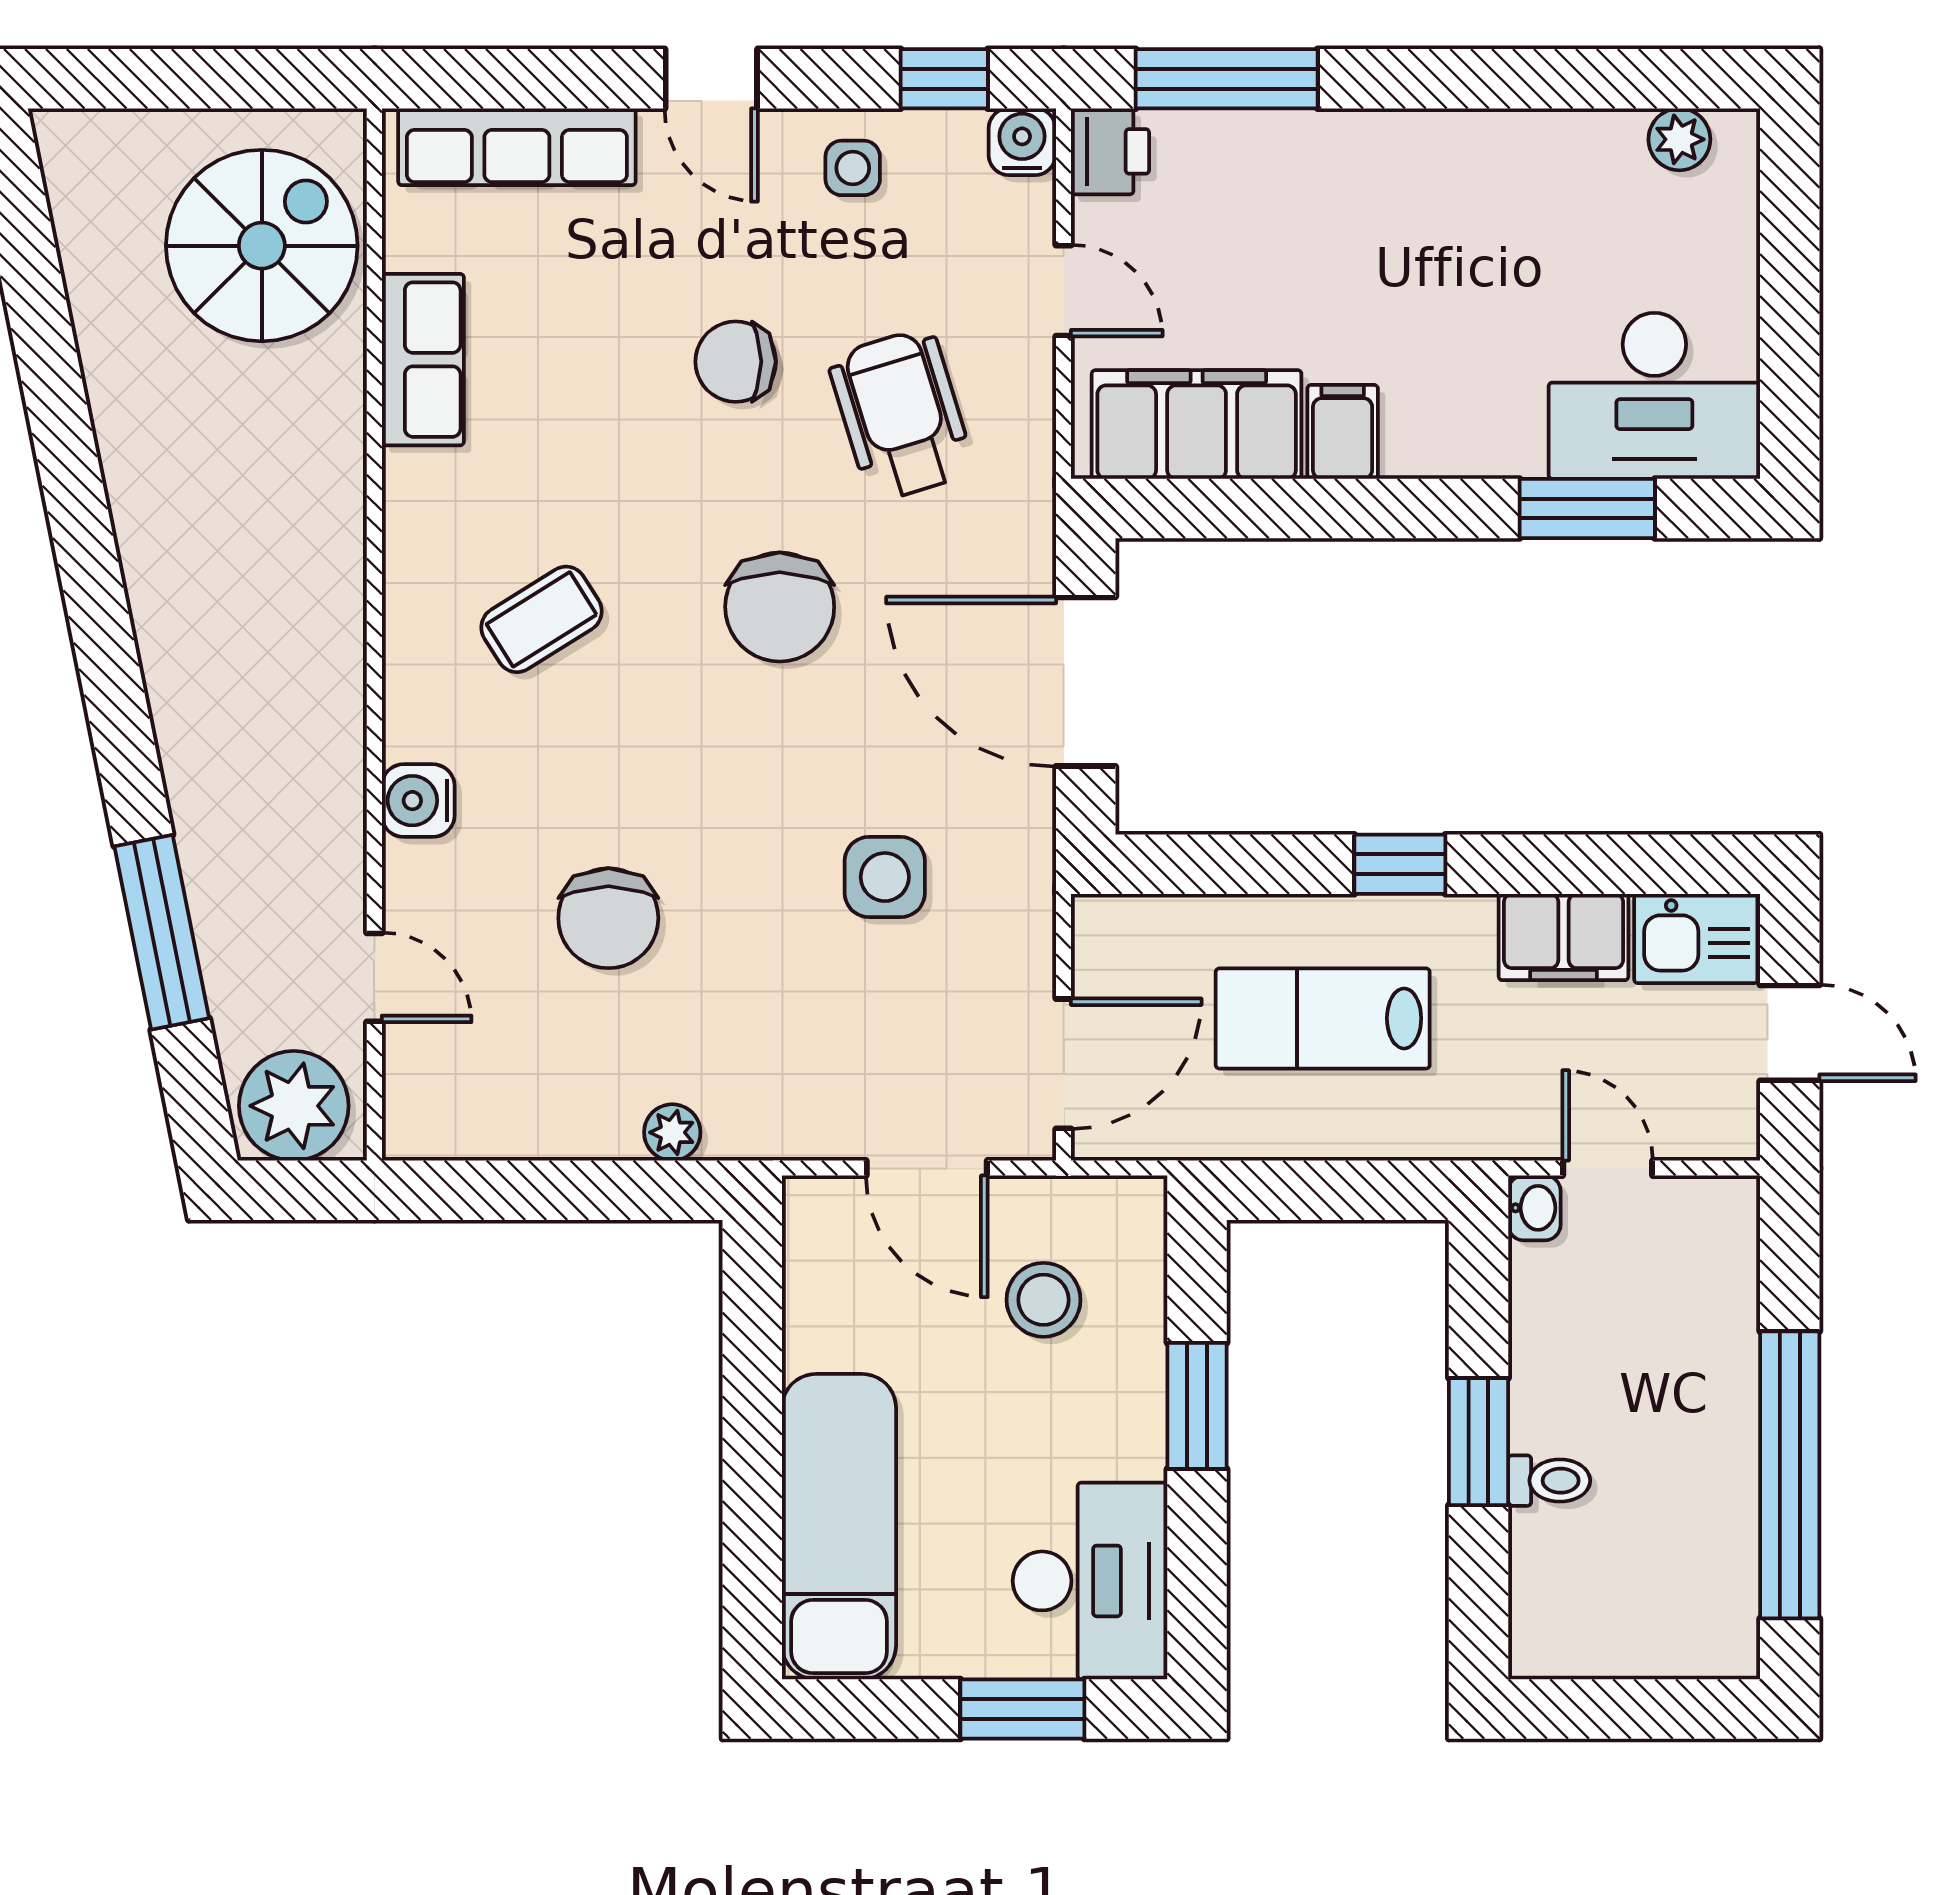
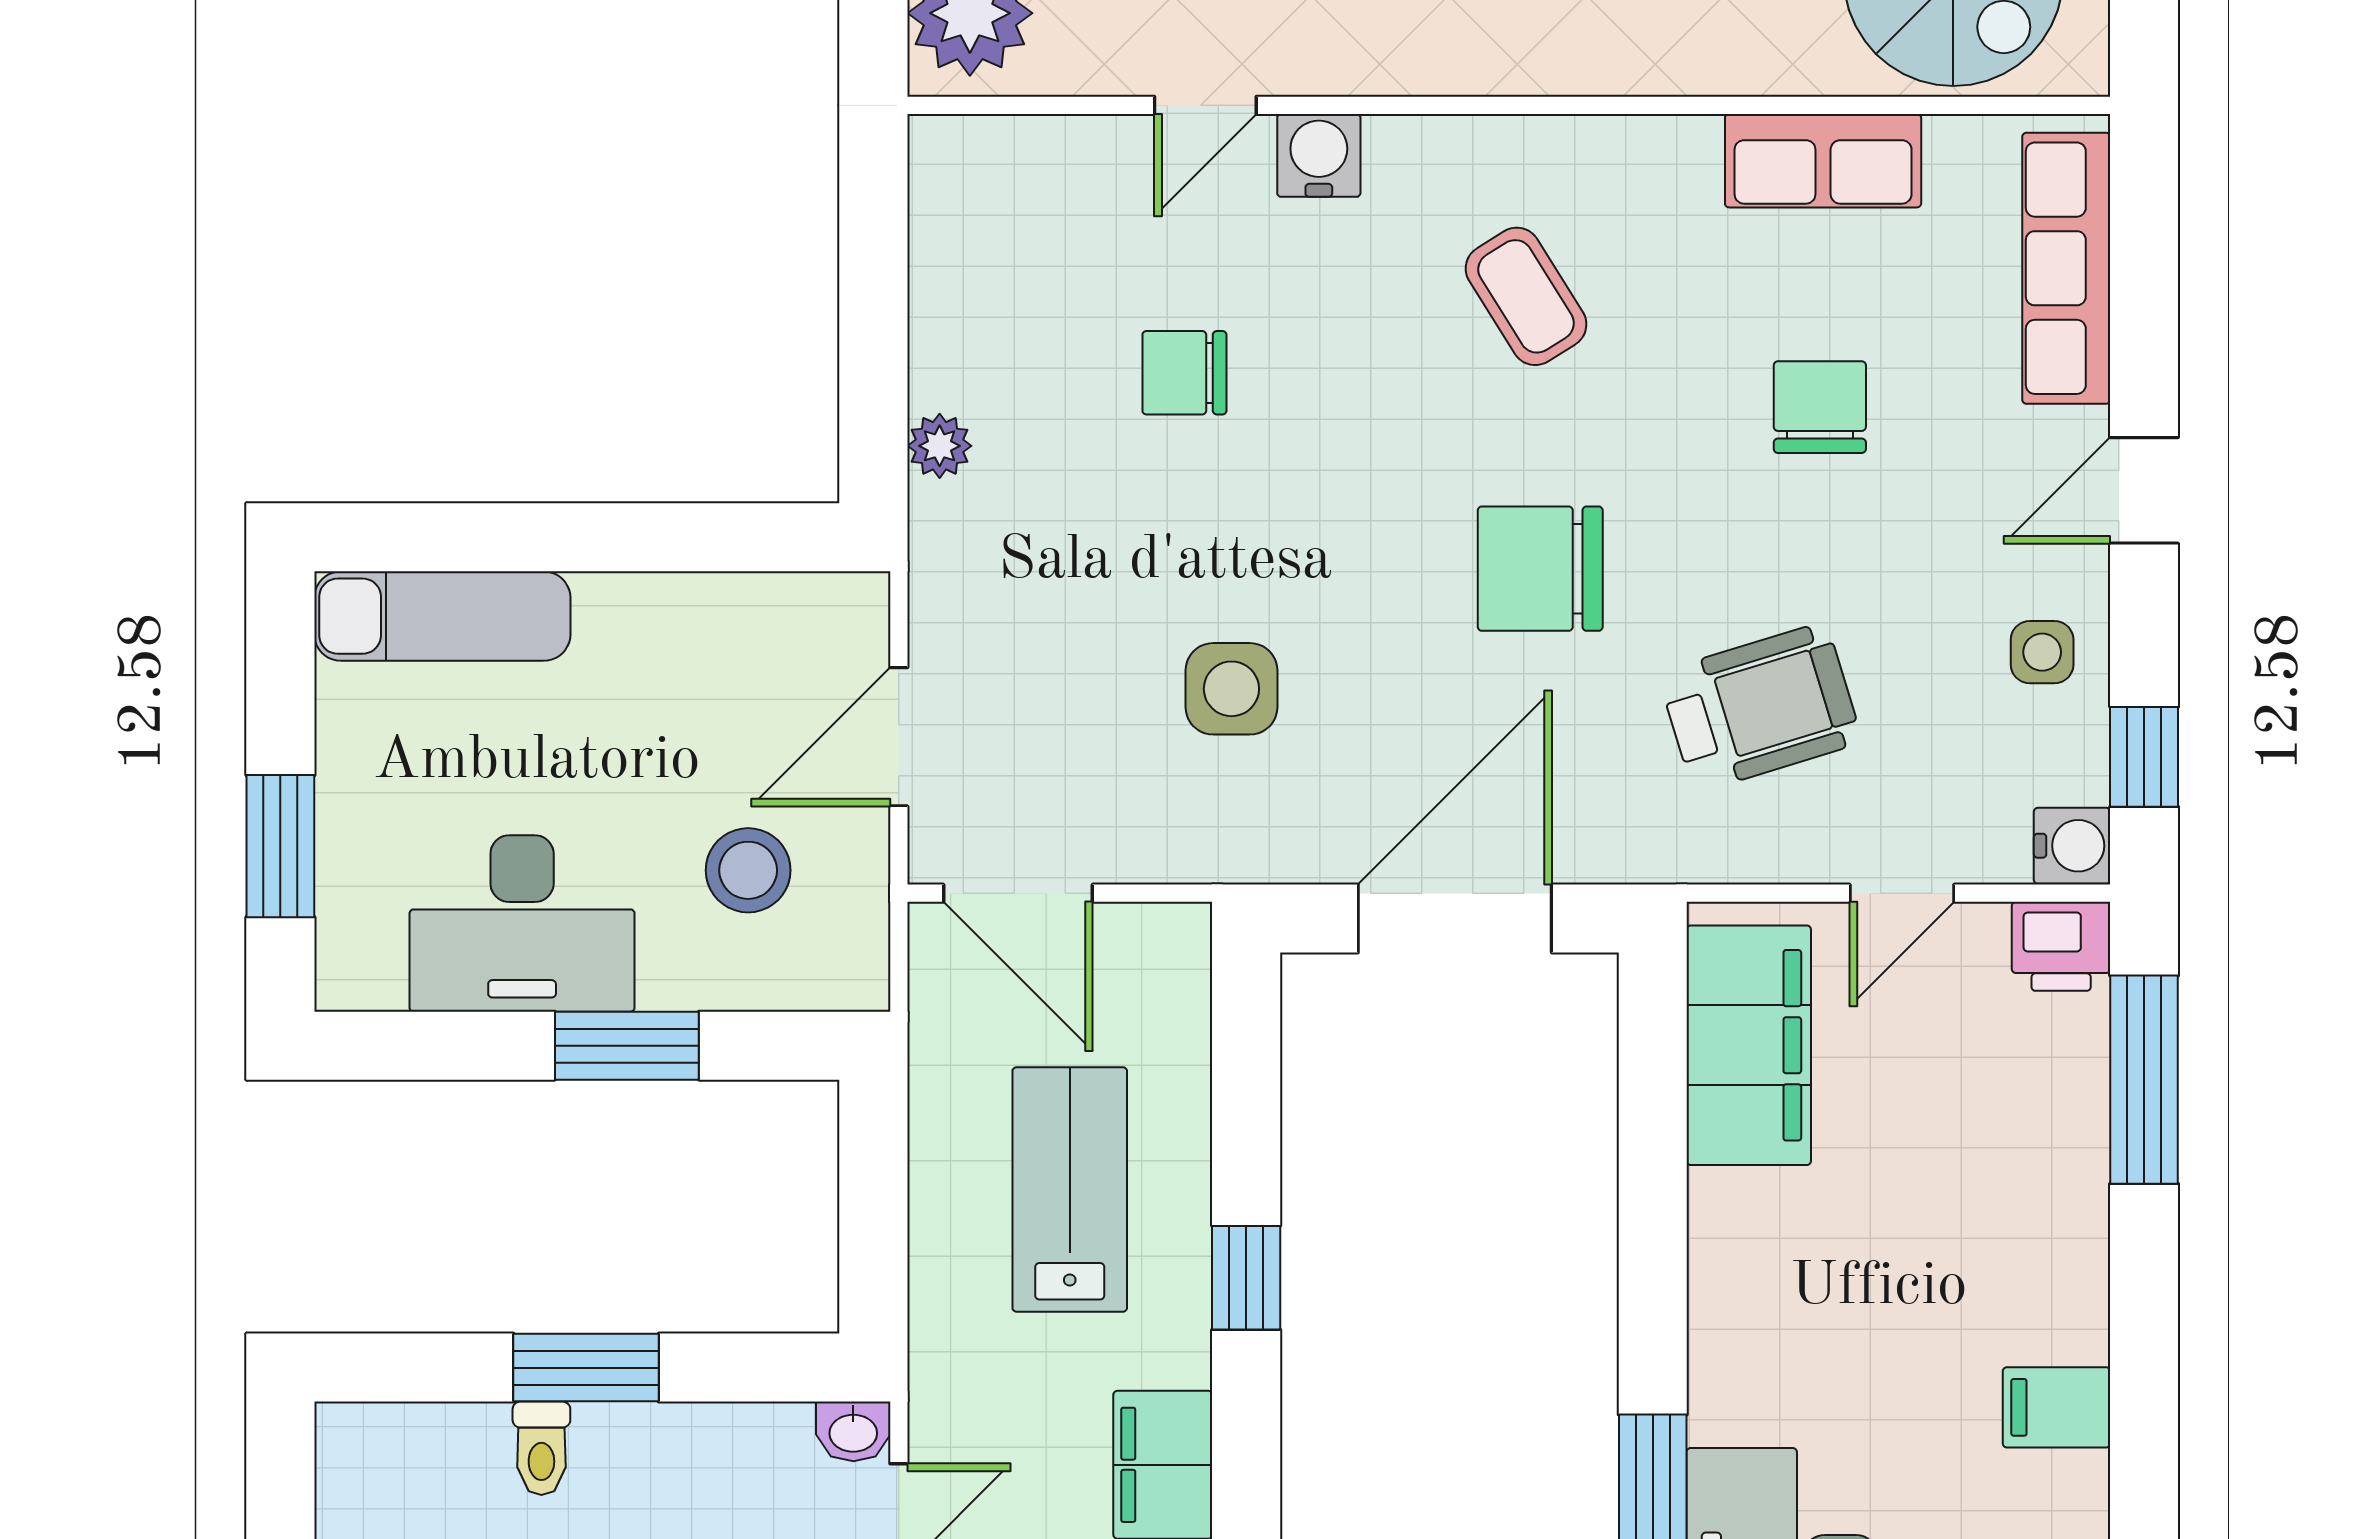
chair: (736, 362) -> (1820, 407), moved
filing cabinet: (1343, 432) -> (2057, 1407), moved, turned 180
chair: (608, 918) -> (1184, 373), width x0.73, depth x0.73
door: (374, 977) -> (1205, 105), moved
exam couch: (839, 1527) -> (442, 616), width x0.73, depth x0.69
desk: (1090, 1581) -> (522, 923), moved

